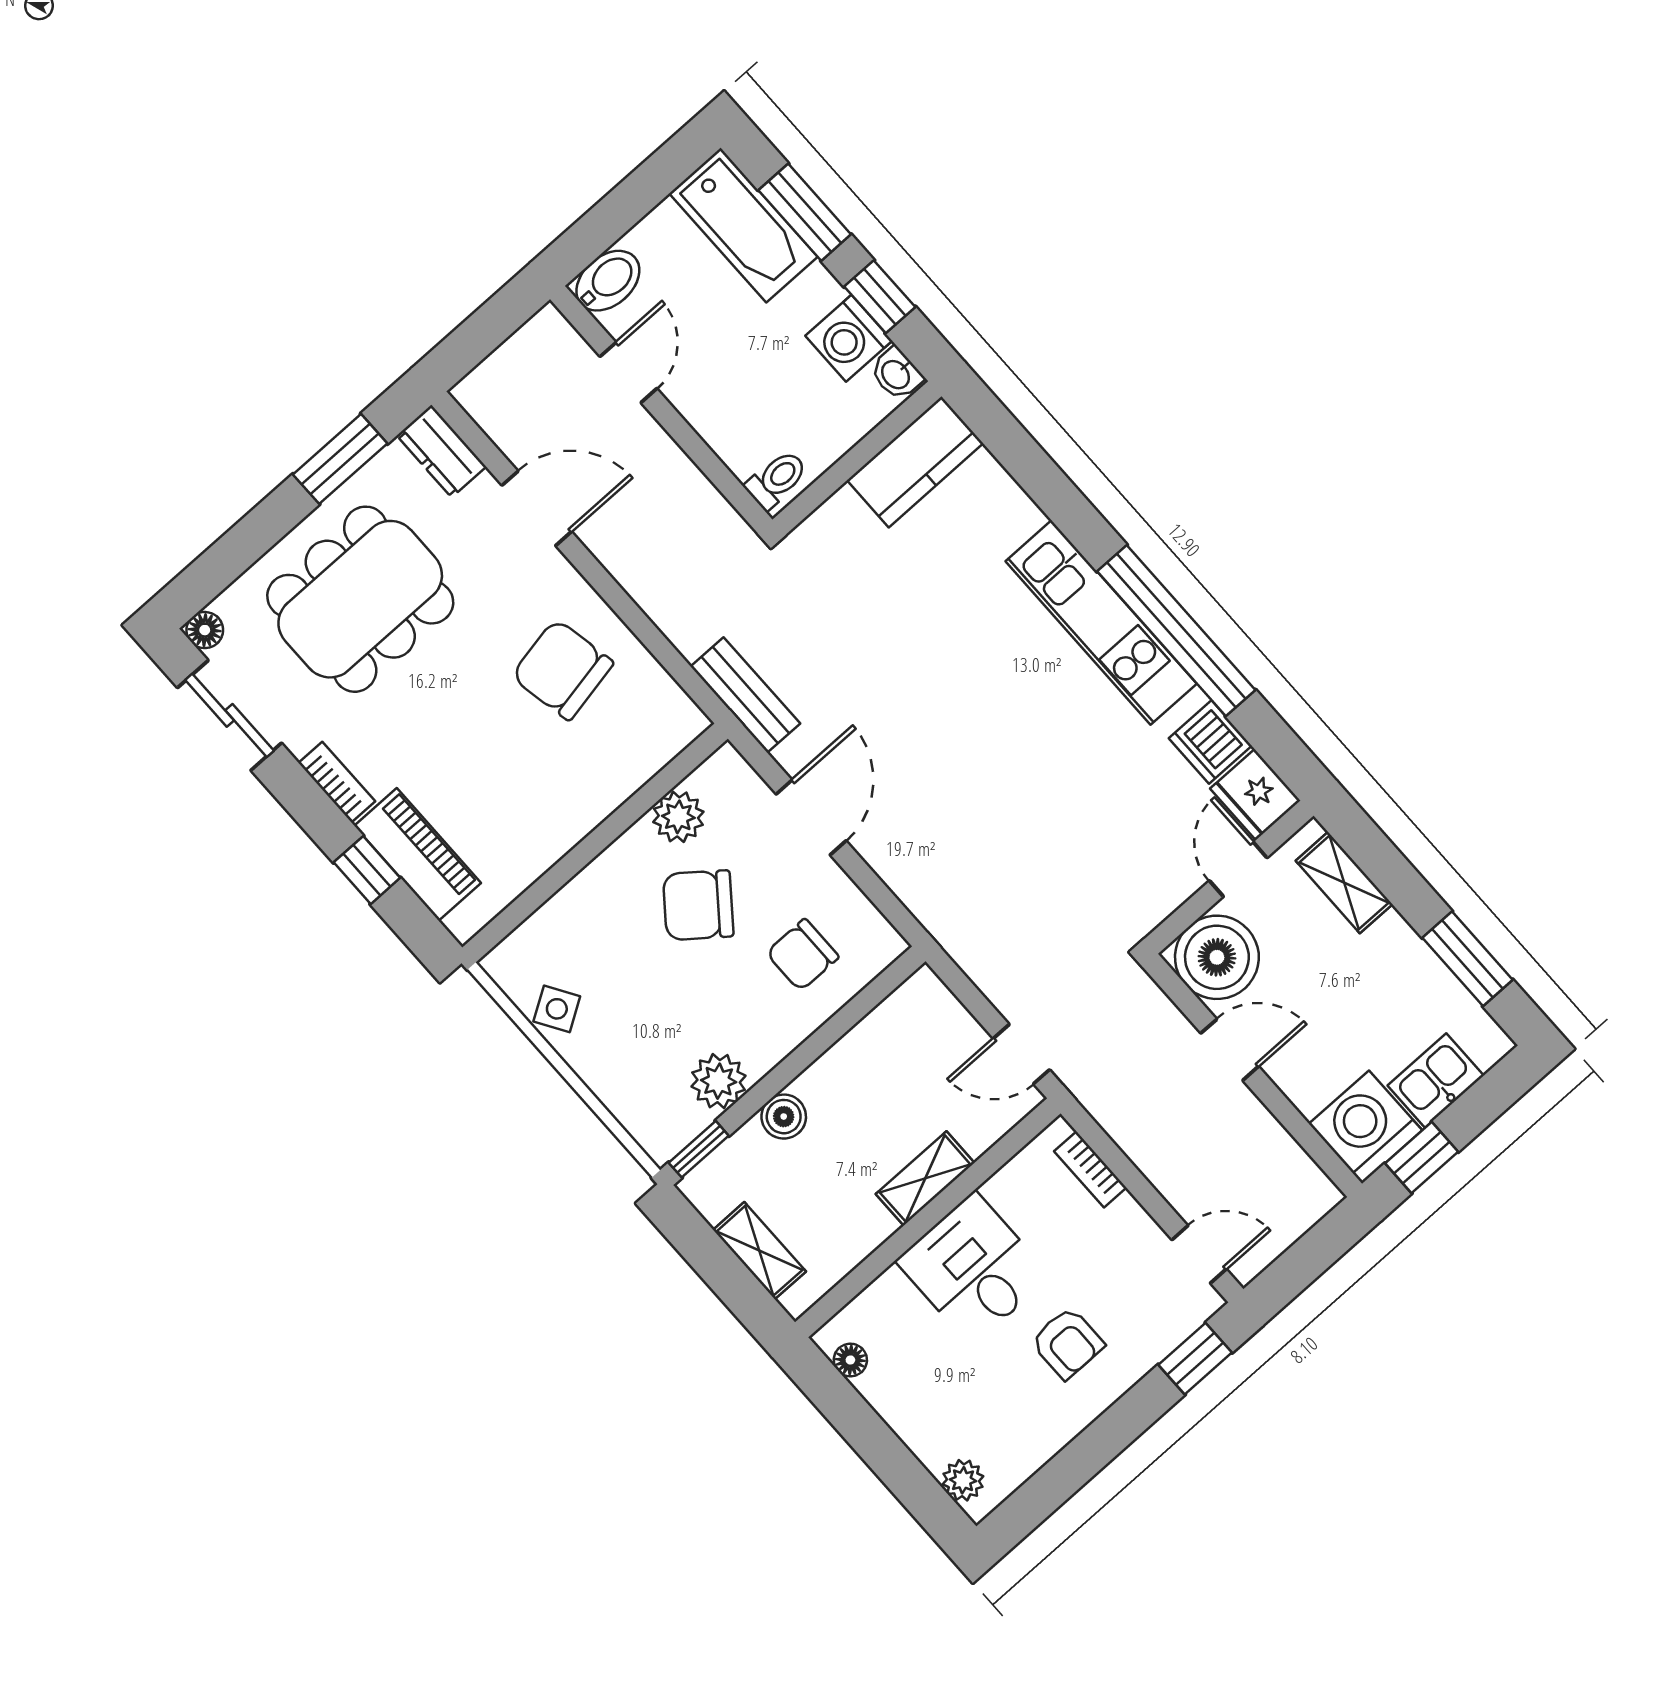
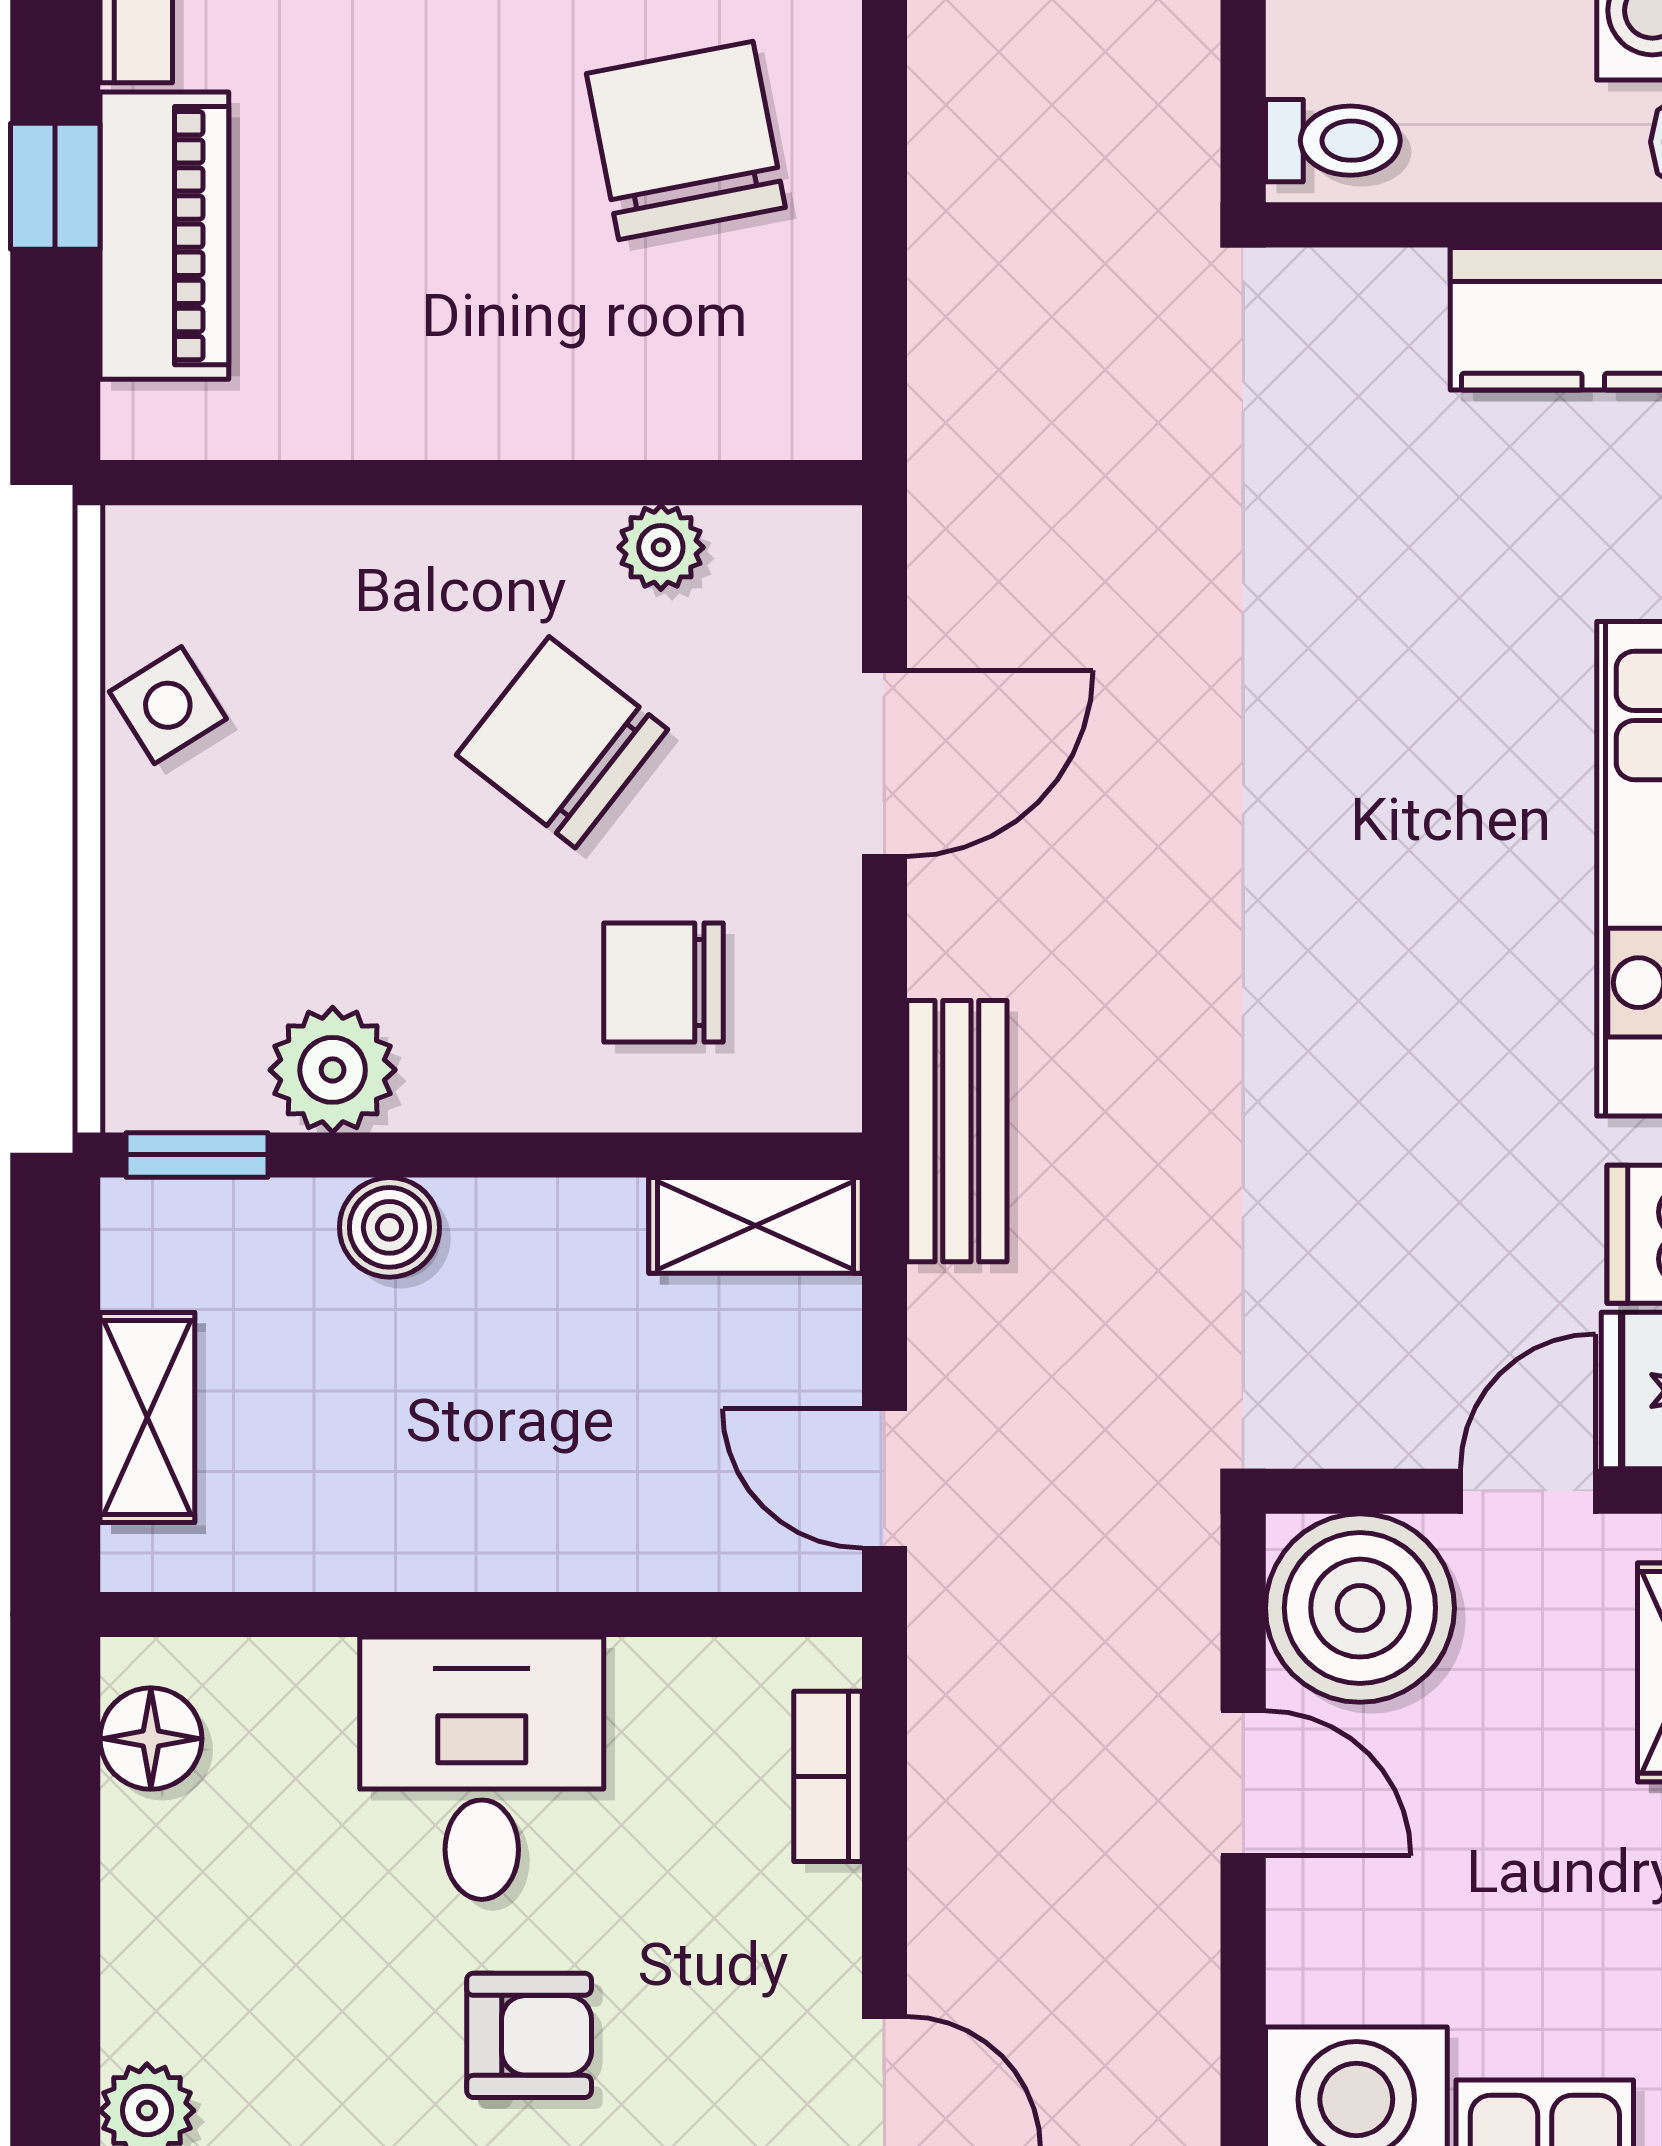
bench: (745, 695) -> (957, 1131), moved
plant: (678, 817) -> (661, 547), width x0.73, depth x0.73
shelving: (925, 1178) -> (755, 1225), moved
armchair: (1067, 1343) -> (529, 2035), turned -90
floor lamp: (850, 1360) -> (151, 1739), width x1.37, depth x1.37

